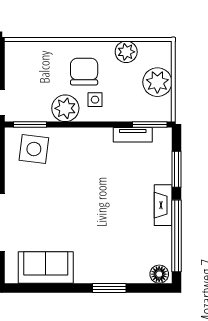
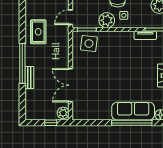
sofa: (46, 268) -> (133, 111), moved, width x1.36
window: (109, 288) -> (132, 123), width x2.11

